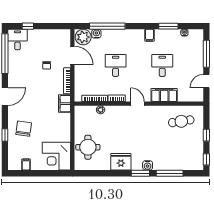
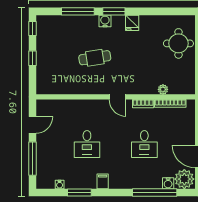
filing cabinet: (164, 95) -> (85, 108), removed
cafe table: (181, 121) -> (95, 58), moved
fridge: (121, 162) -> (132, 23), width x0.53, depth x0.75

